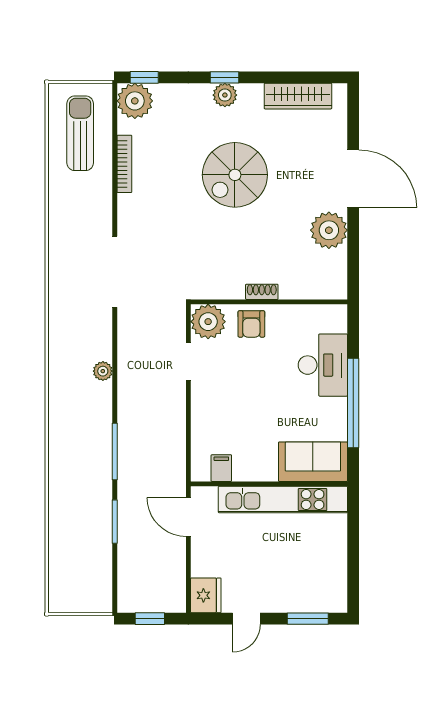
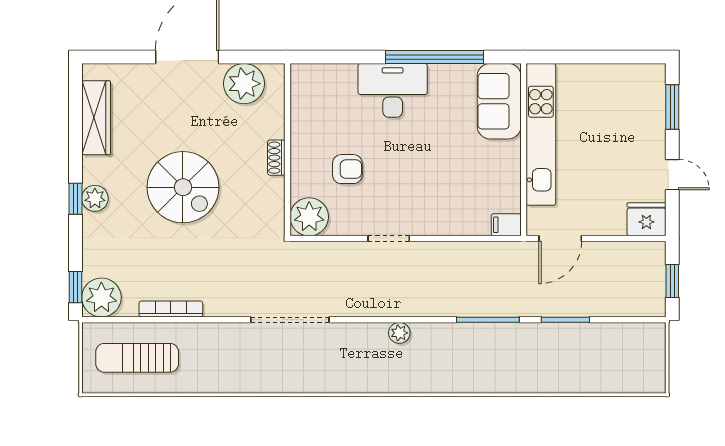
shoe rack: (262, 292) -> (276, 158), moved
wall: (269, 302) -> (287, 150), moved
plant: (208, 322) -> (309, 217), moved
filing cabinet: (221, 468) -> (506, 225), moved

